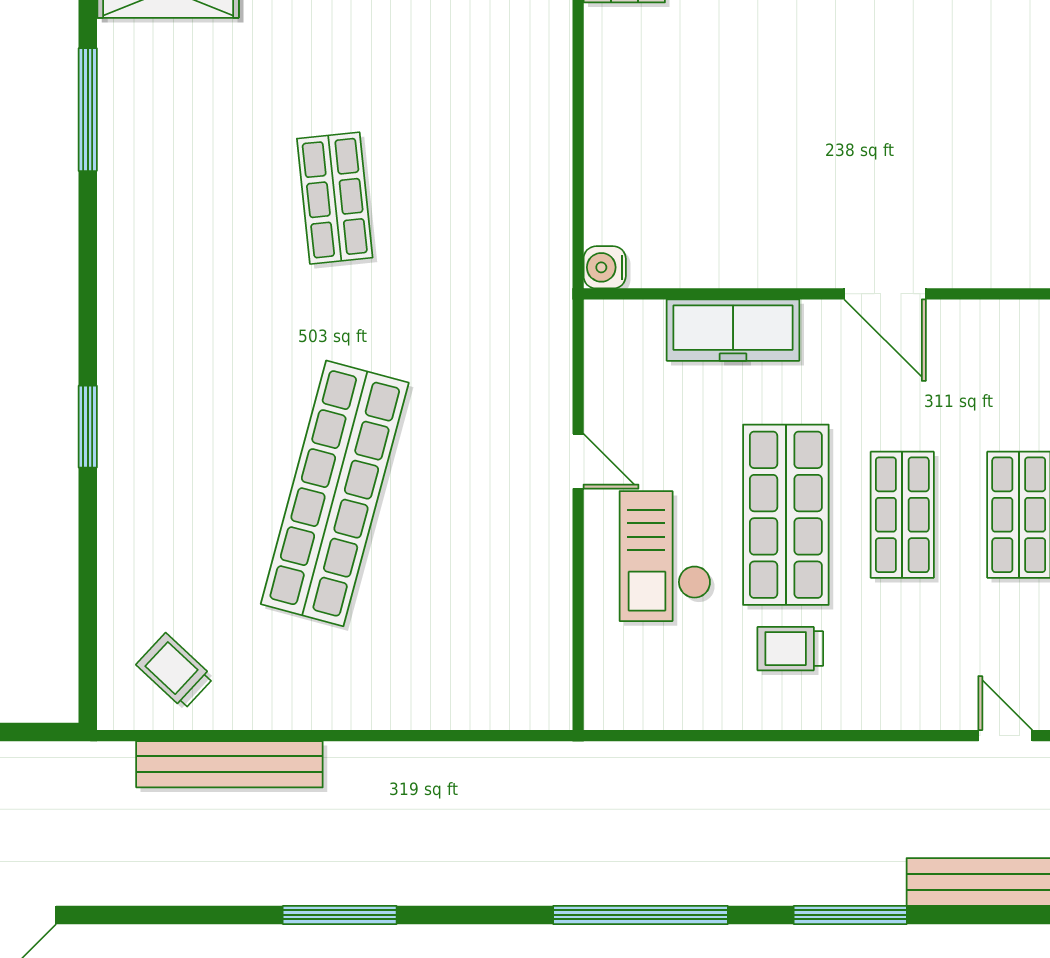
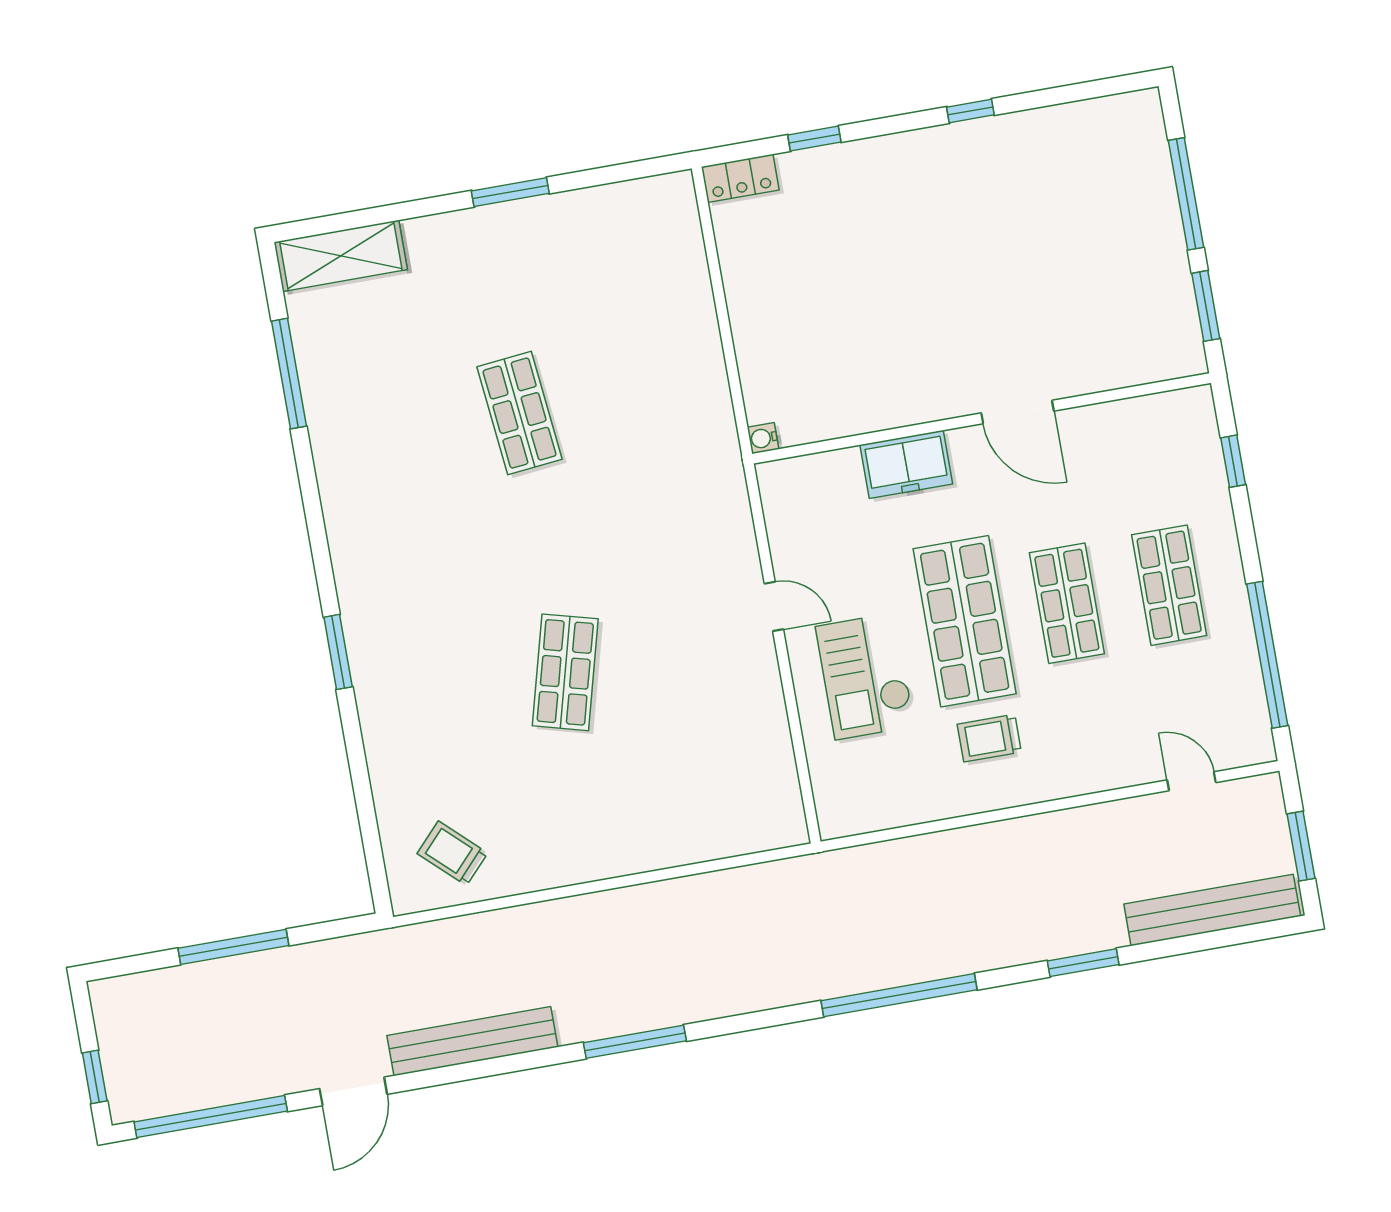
water cooler: (605, 267) -> (763, 438), width x0.72, depth x0.72
freezer: (733, 330) -> (906, 464), width x0.71
shop shelf: (335, 493) -> (565, 672), width x0.50, depth x0.74
bench: (229, 764) -> (472, 1041), moved
window: (850, 915) -> (1083, 963), width x0.69

